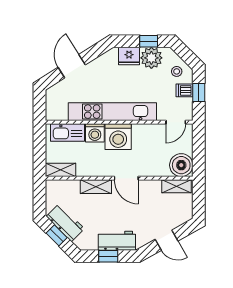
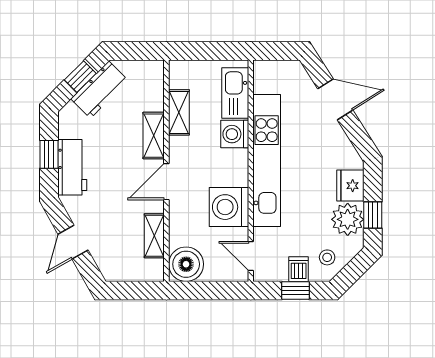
washing machine: (118, 137) -> (229, 207), moved
shelving: (61, 170) -> (179, 112), moved
shelving: (176, 186) -> (154, 236), moved

